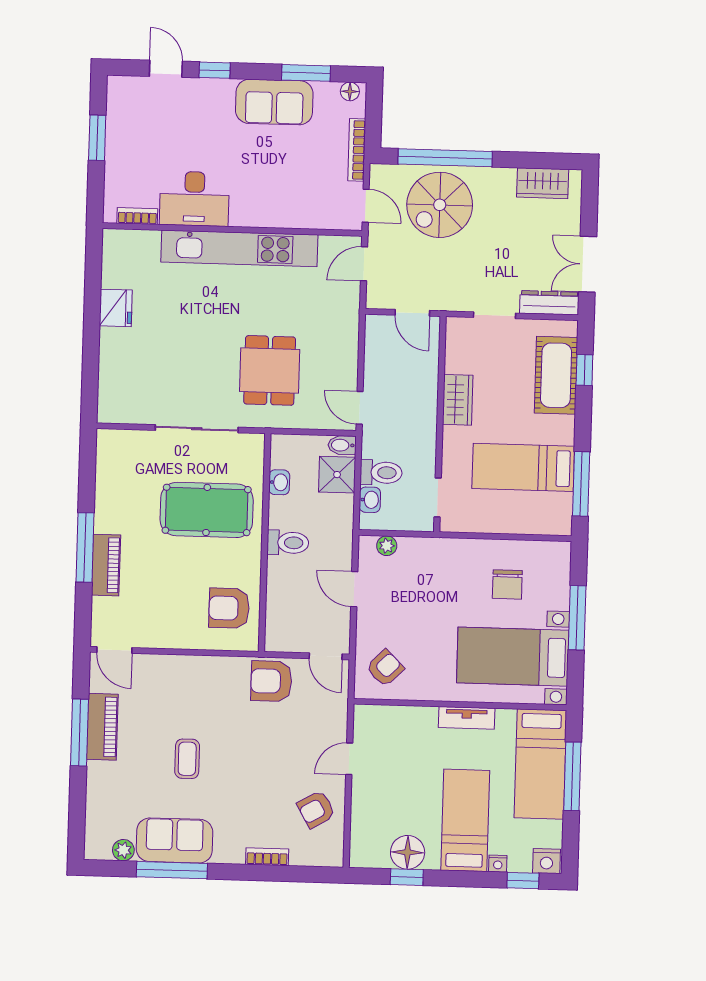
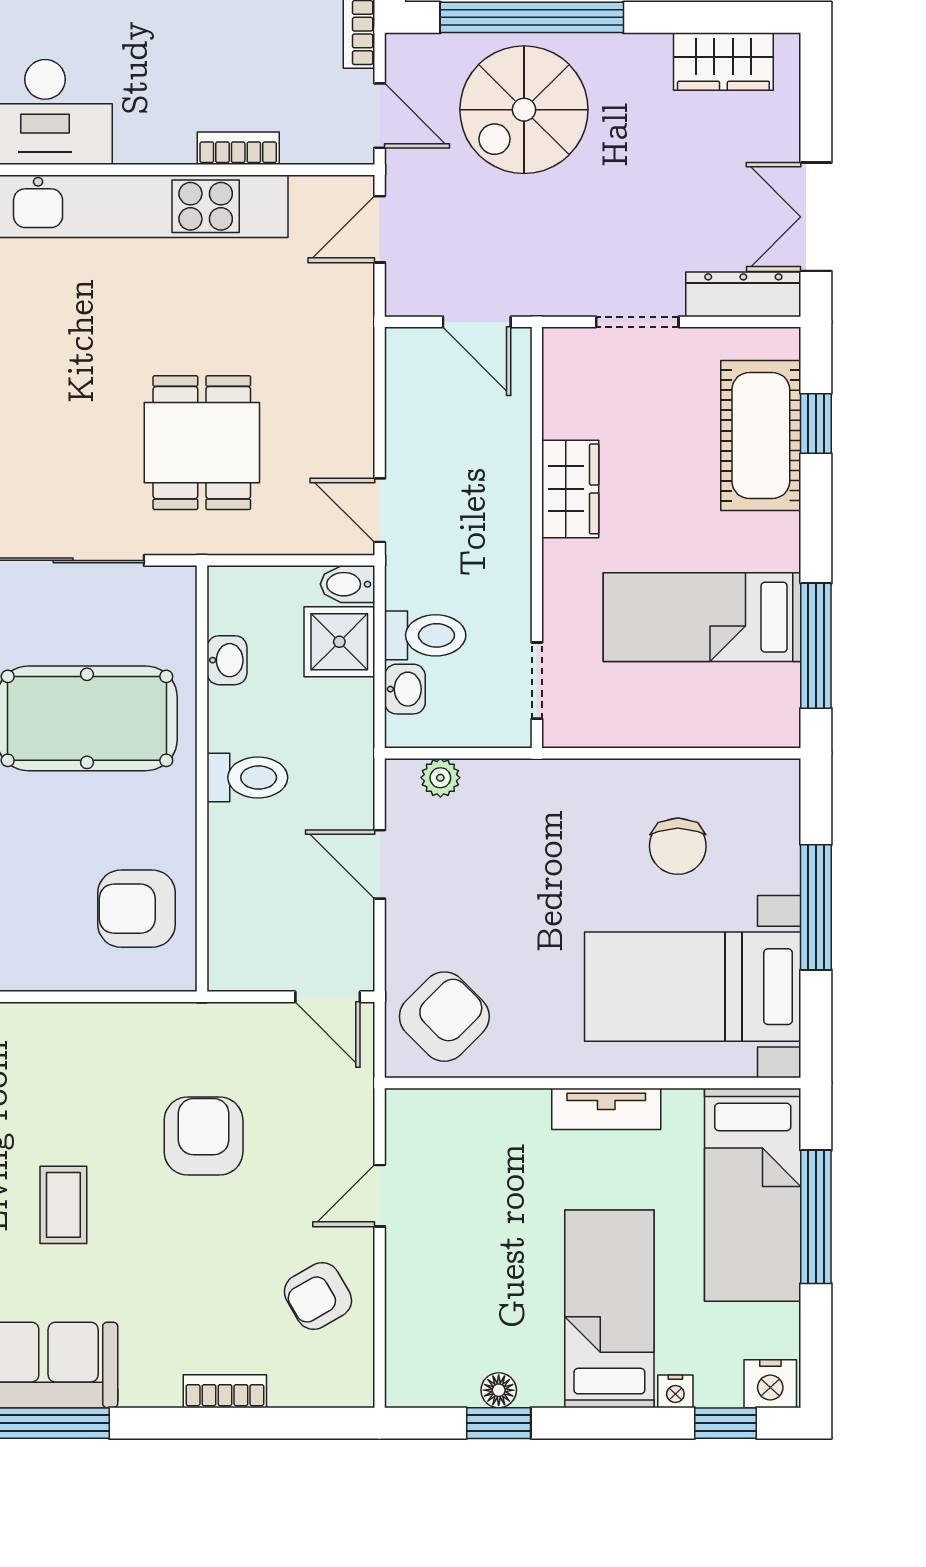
bookcase: (293, 220) -> (238, 148), added
armchair: (385, 668) -> (444, 1017), width x1.38, depth x1.38
armchair: (271, 681) -> (204, 1136), moved, turned 90
floor lamp: (408, 852) -> (499, 1390), width x0.53, depth x0.53

